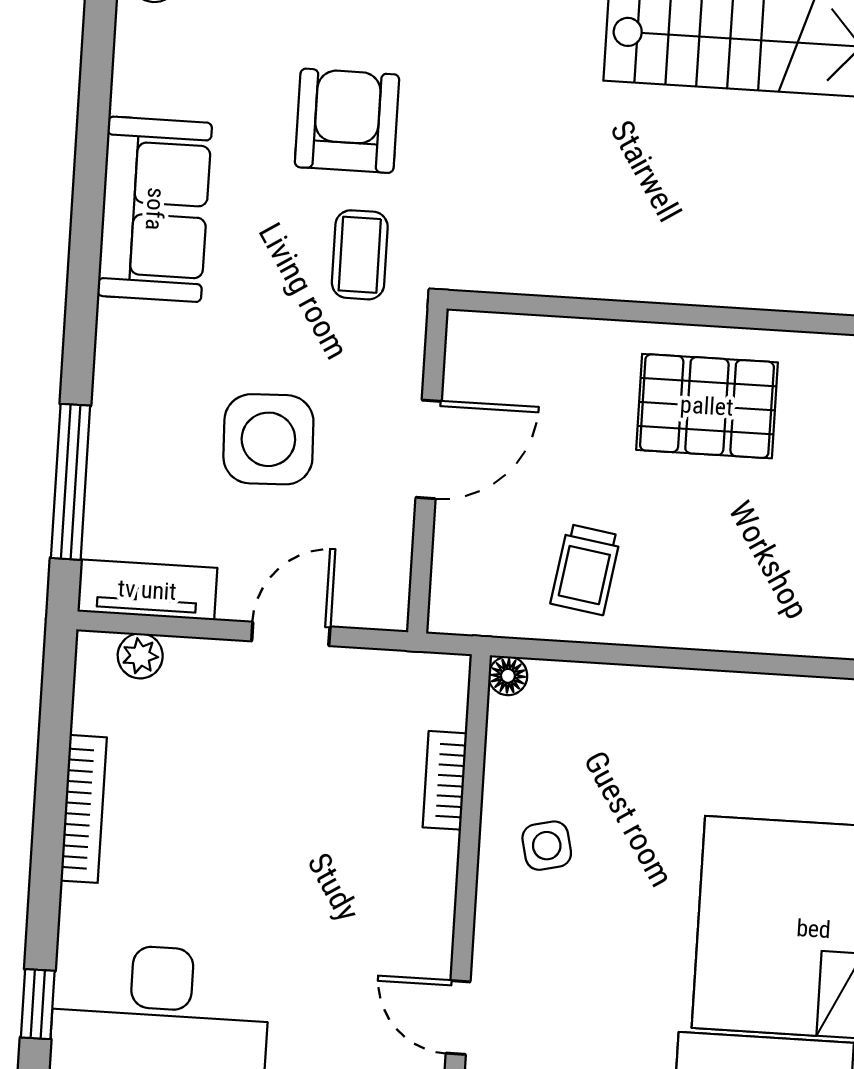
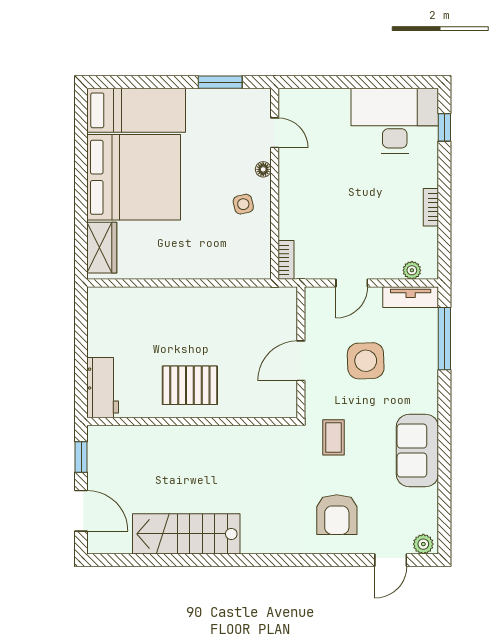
armchair: (347, 121) -> (337, 515), moved
trolley: (586, 570) -> (235, 316), removed
floor lamp: (508, 676) -> (263, 169), moved
bookcase: (445, 780) -> (286, 260), moved
bookcase: (84, 809) -> (431, 207), width x0.64

